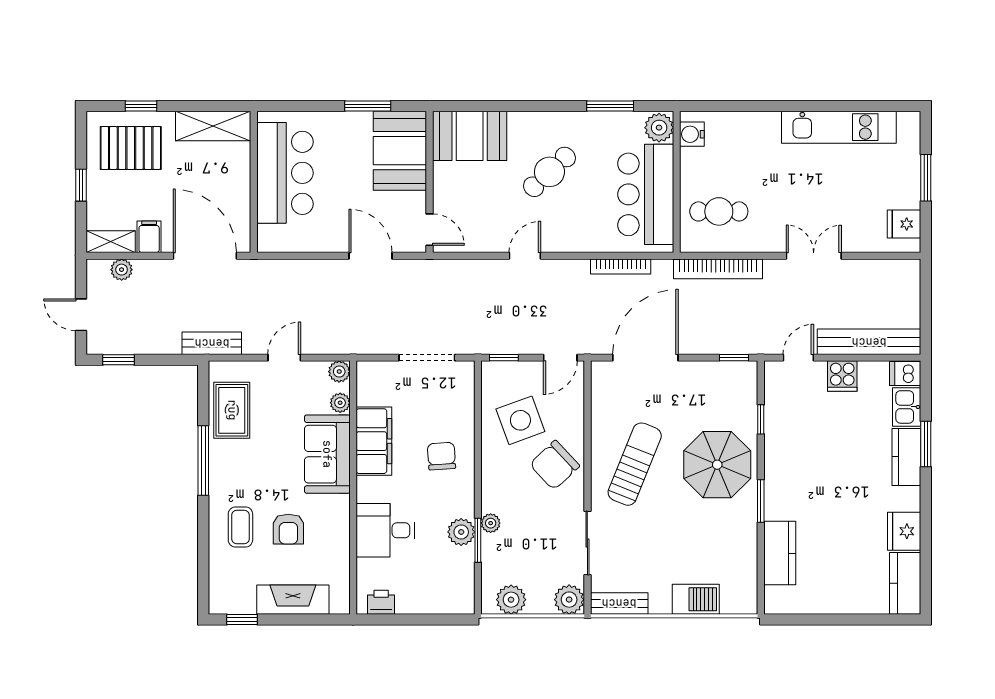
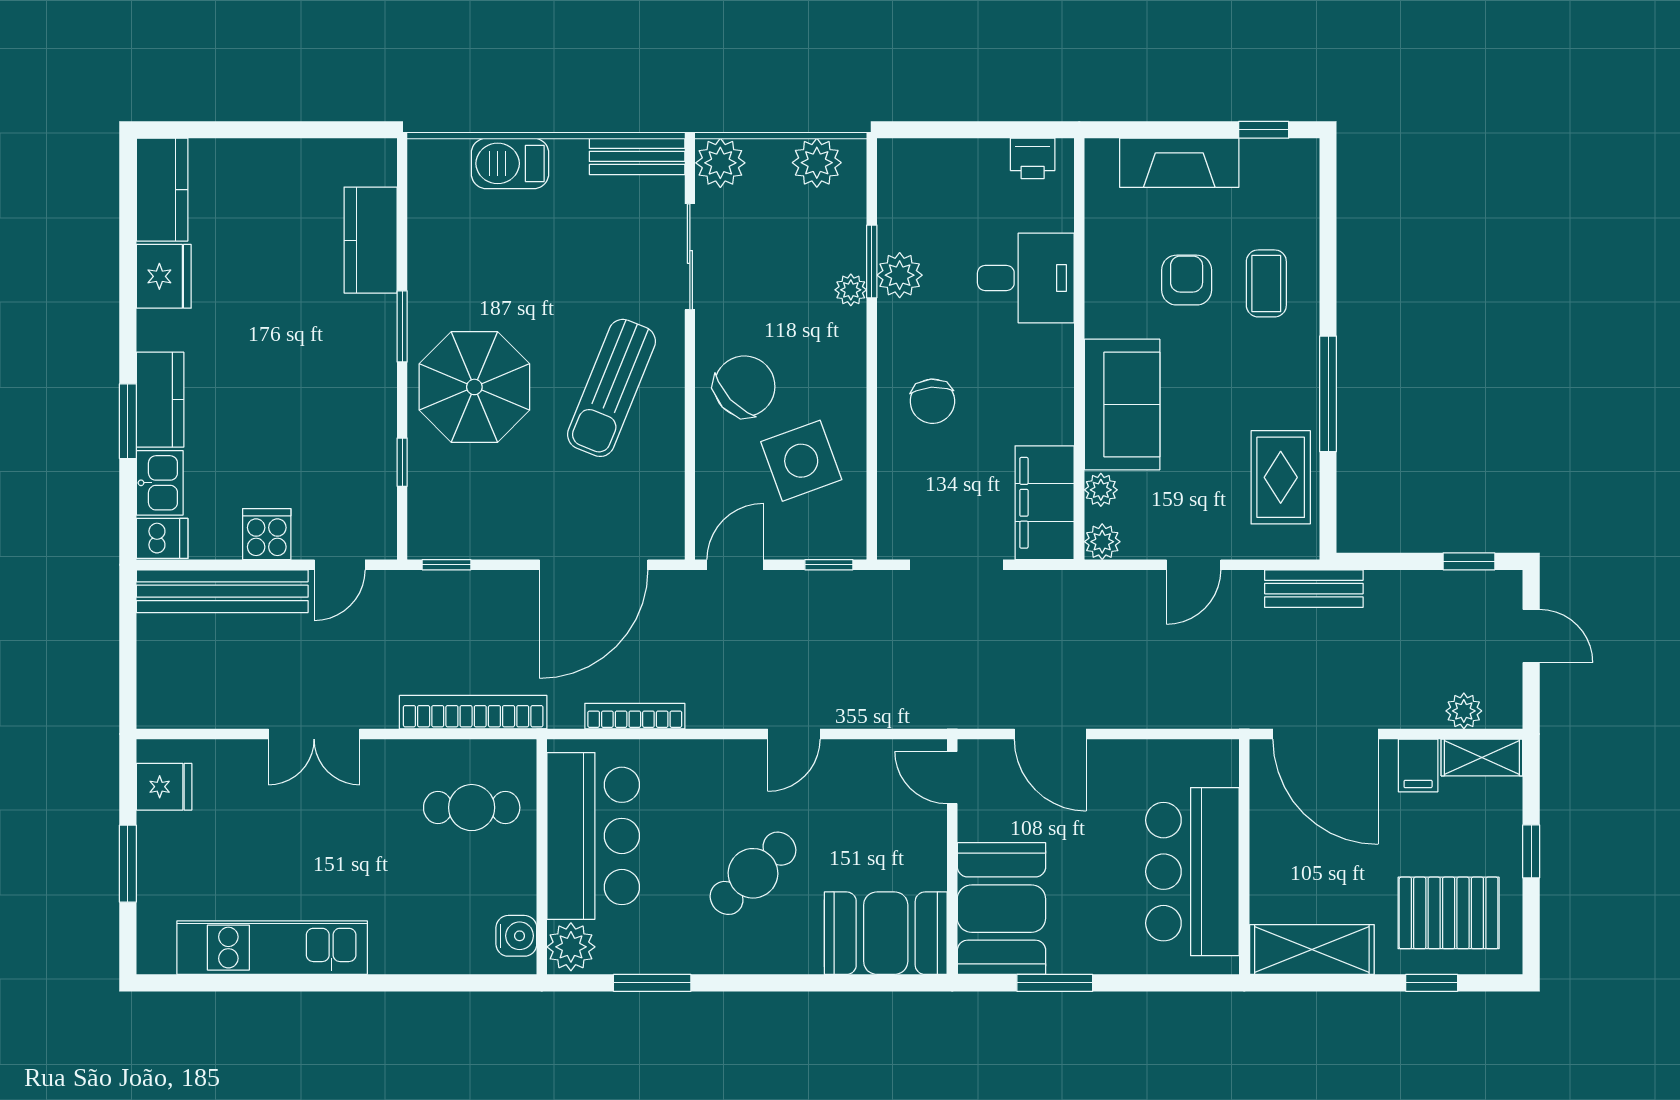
filing cabinet: (374, 441) -> (1045, 503), moved

